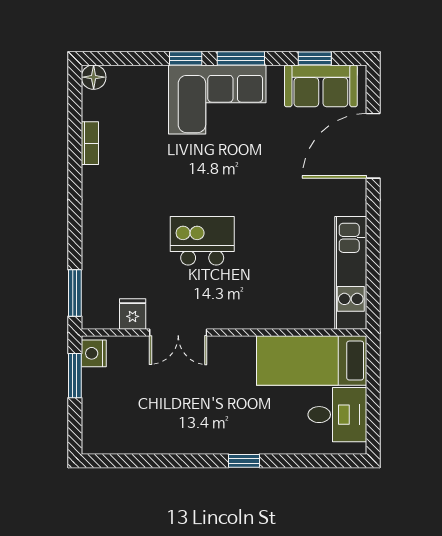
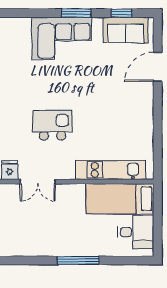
window: (186, 58) -> (42, 13), removed
door: (373, 146) -> (158, 67), width x0.73
kitchen unit: (351, 273) -> (111, 170), moved, turned 90
window: (244, 461) -> (78, 260), width x2.17

